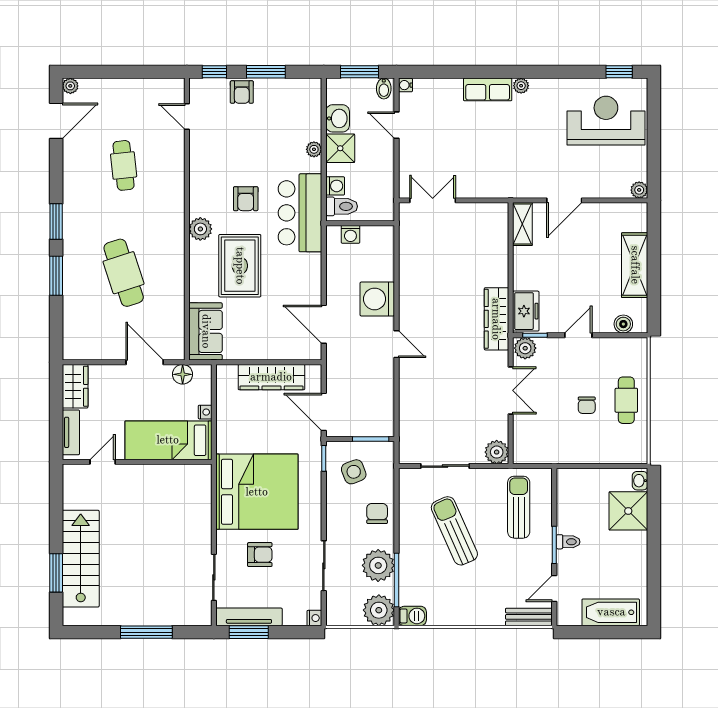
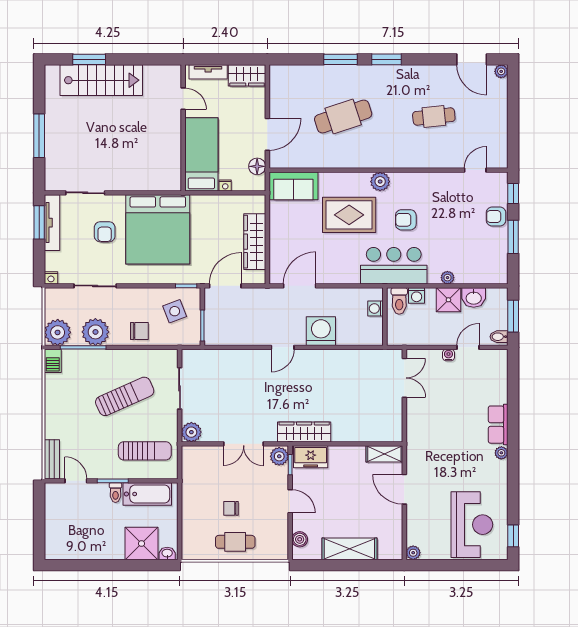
water cooler: (405, 85) -> (448, 355), moved
bathtub: (611, 612) -> (147, 494), moved, turned 90

